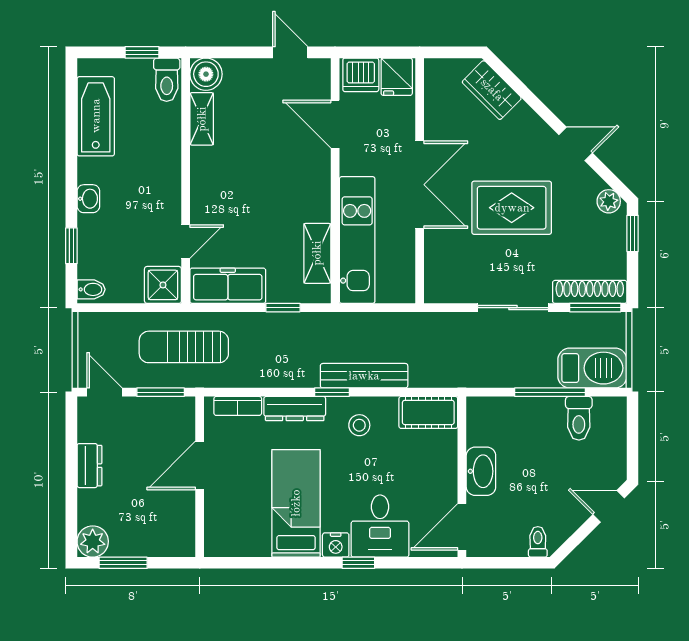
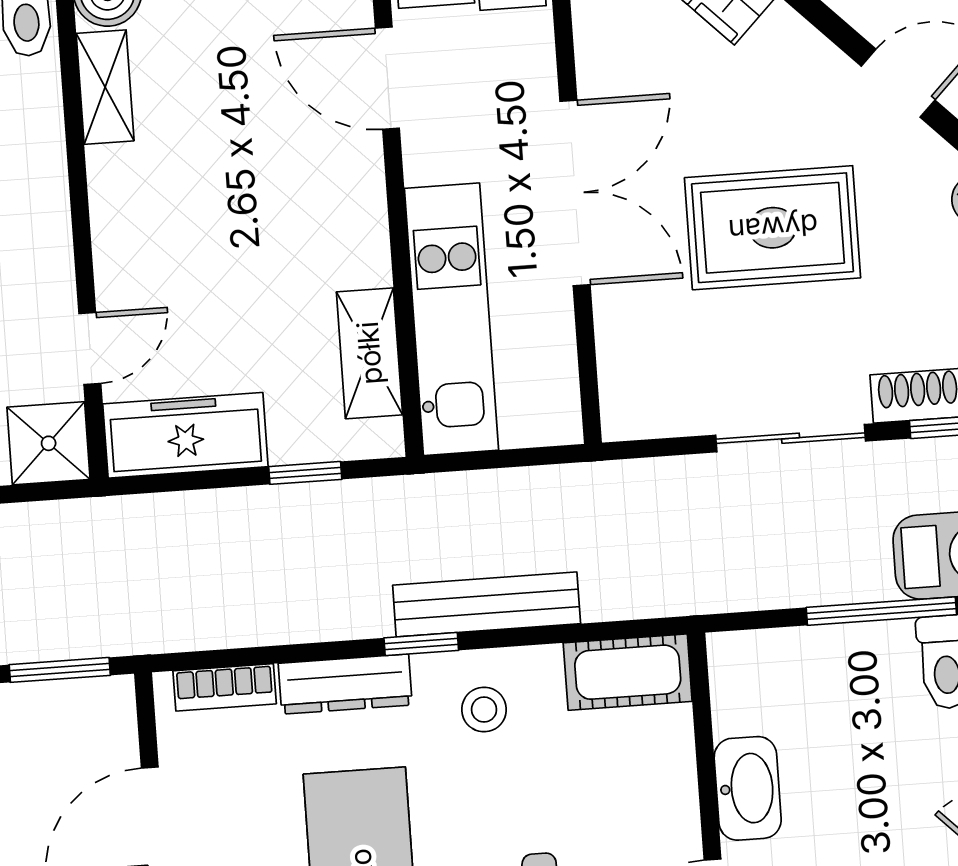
sun lounger: (184, 347) -> (102, 571), removed

